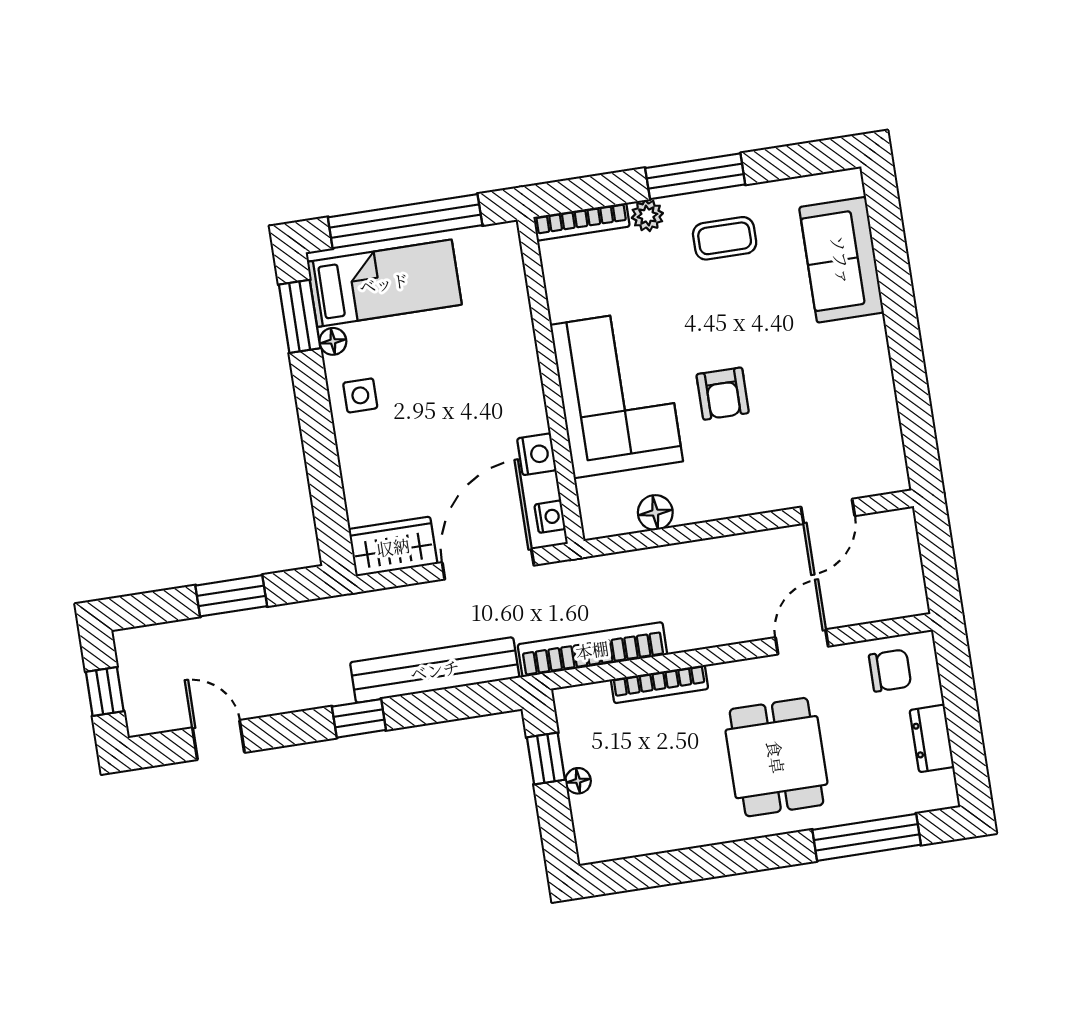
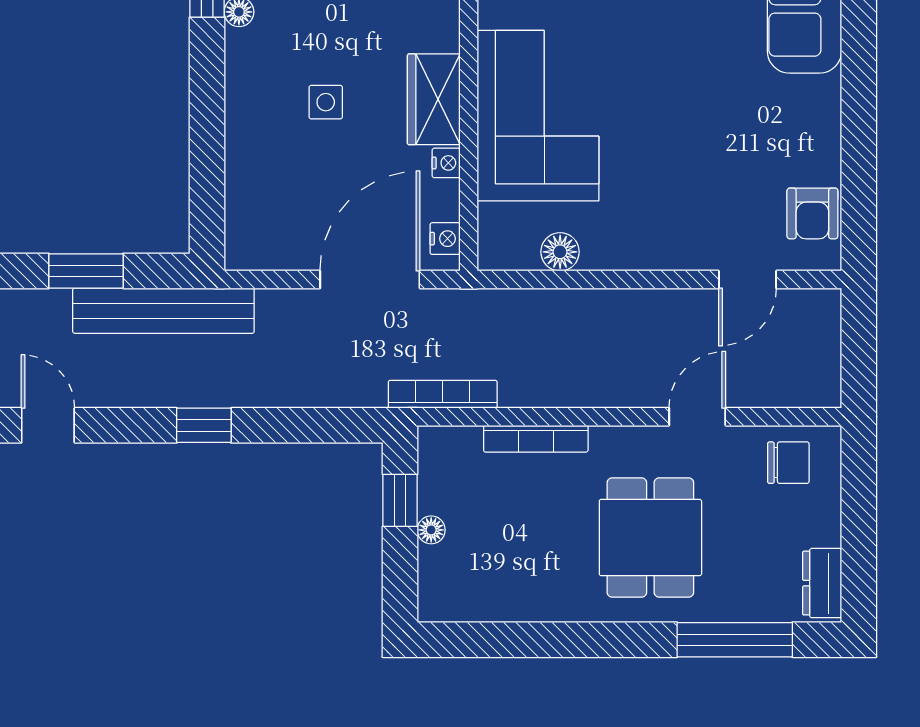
armchair: (723, 394) -> (812, 213), moved
side table: (360, 395) -> (326, 102), moved
nightstand: (537, 454) -> (446, 163), width x0.72, depth x0.74
wardrobe: (393, 547) -> (434, 99), moved, turned -90
bookcase: (592, 650) -> (443, 394), width x0.68, depth x0.76
bench: (435, 670) -> (163, 311), moved
dresser: (932, 738) -> (822, 583), moved

